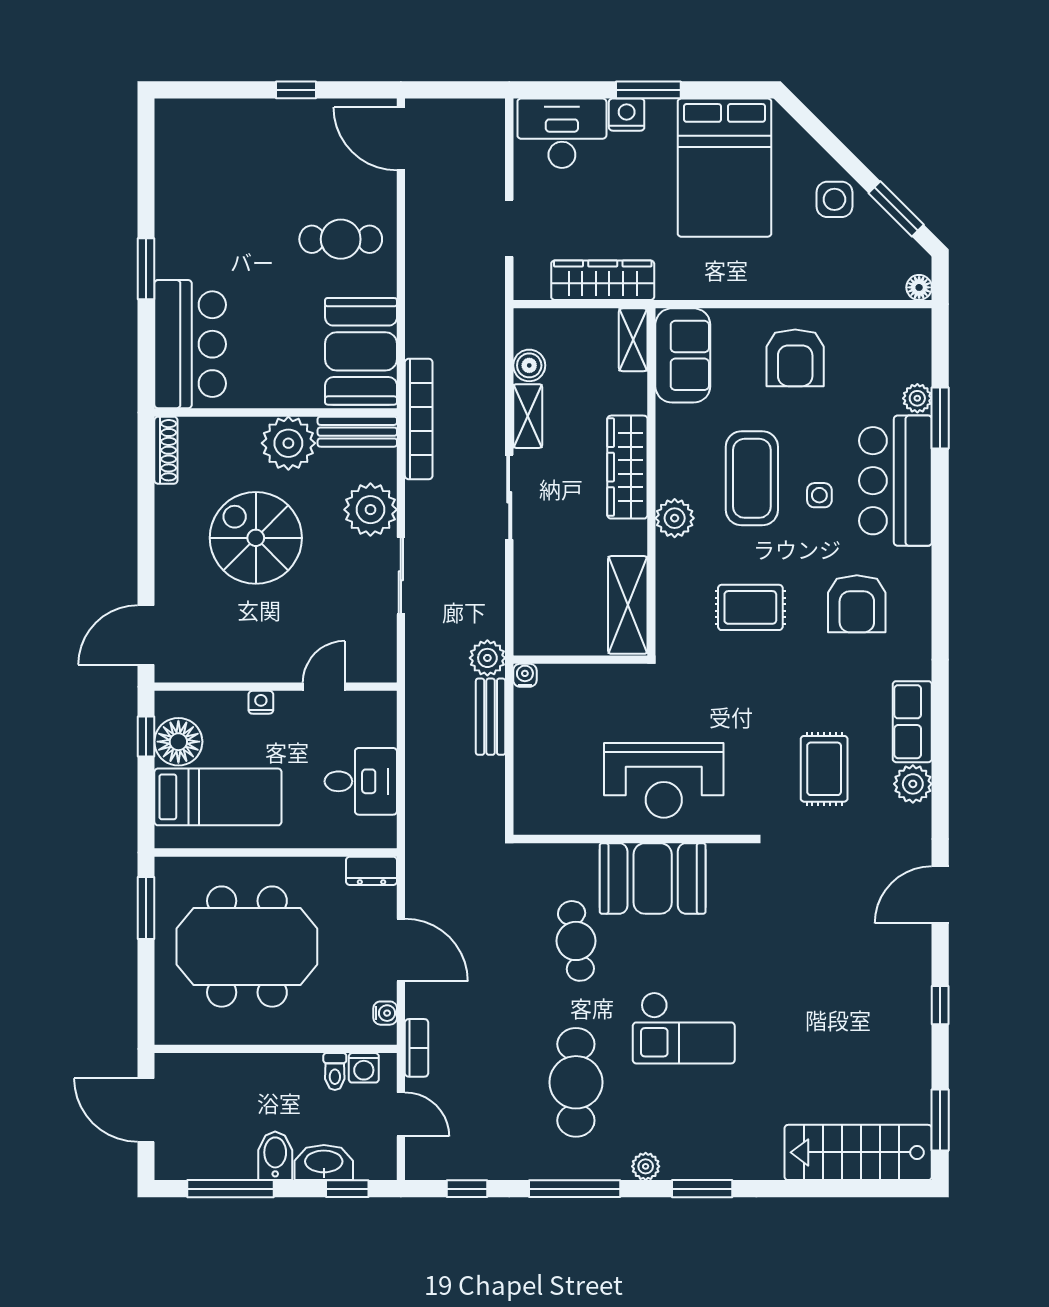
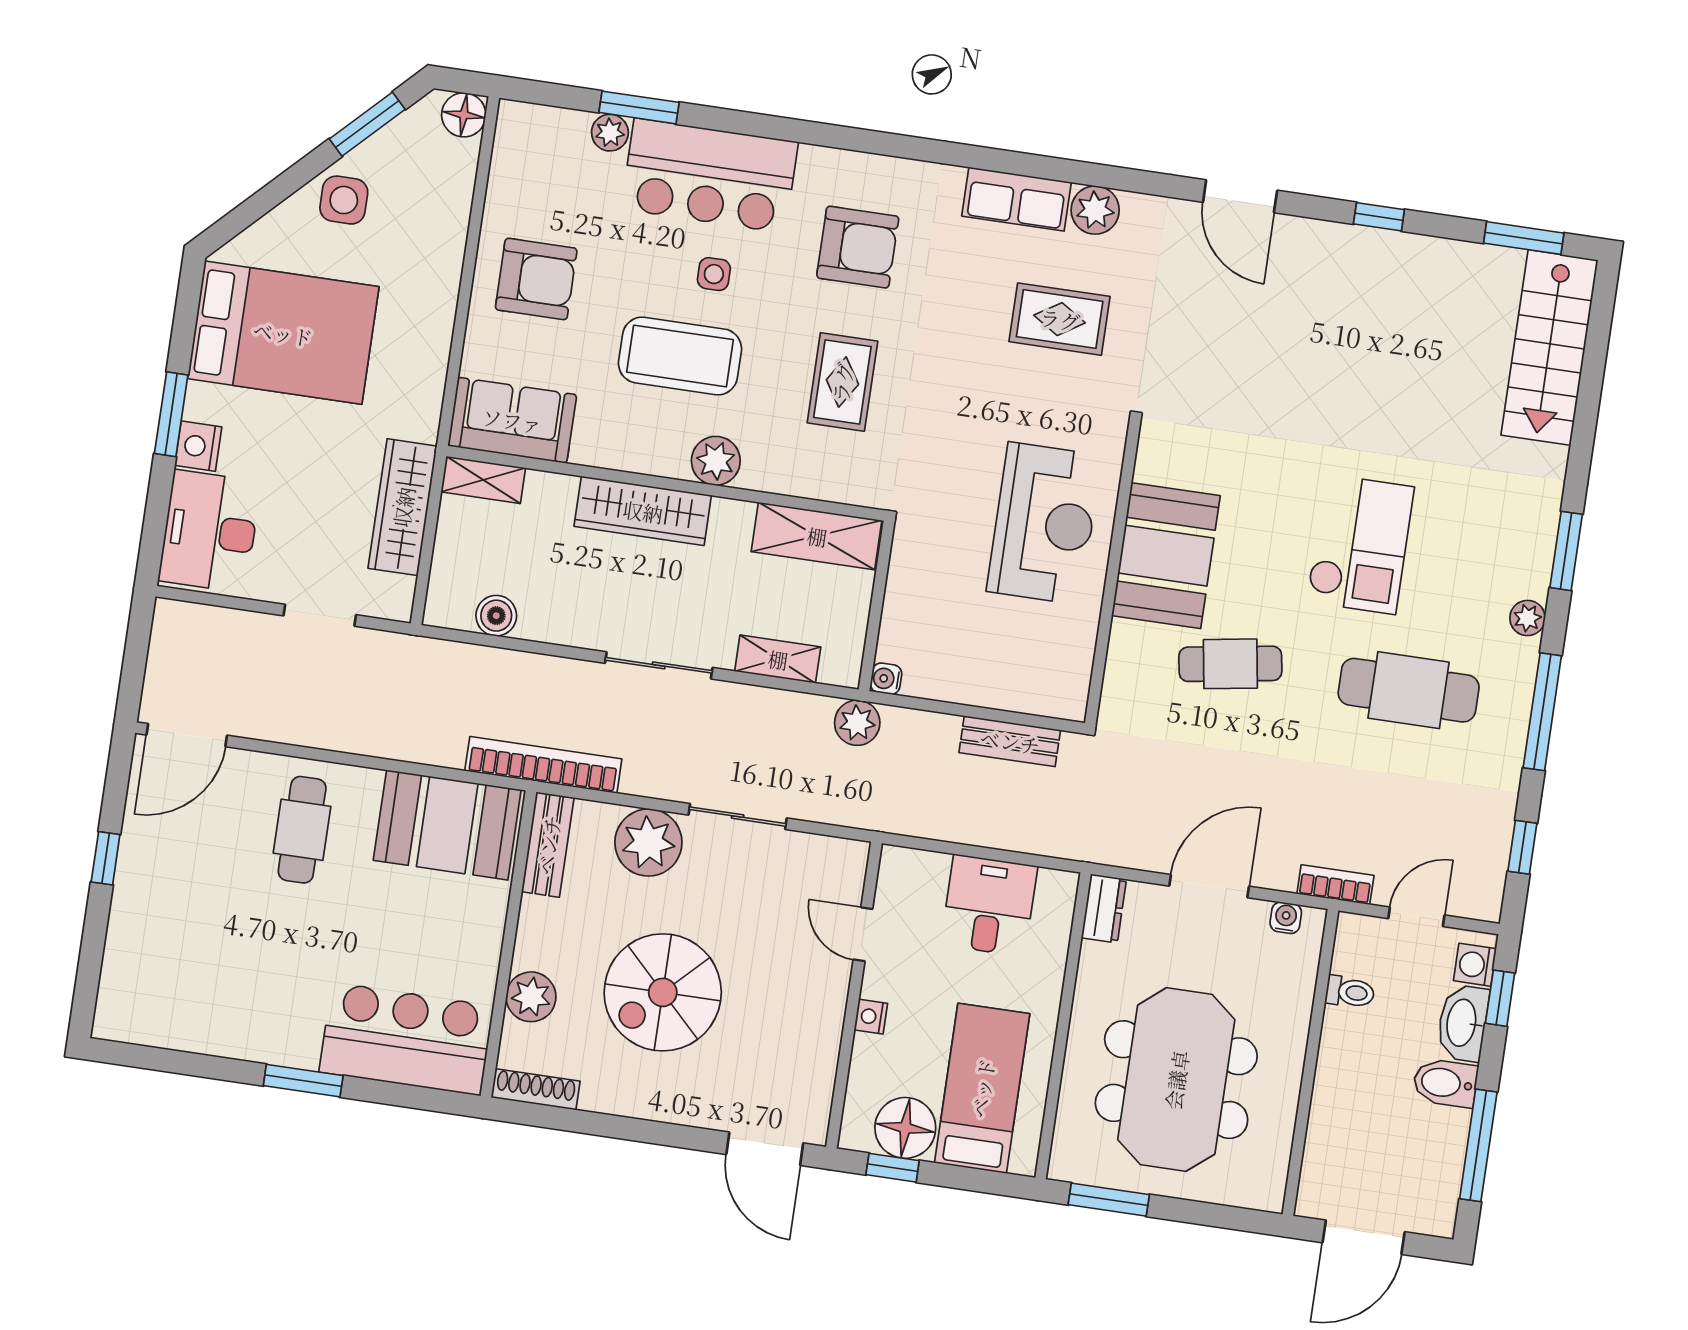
floor lamp: (919, 287) -> (464, 115), width x1.37, depth x1.37
shelving: (528, 416) -> (778, 659), moved
plant: (288, 443) -> (531, 997), moved, width x0.73, depth x0.73
bench: (491, 717) -> (1010, 741), moved
washing machine: (364, 1068) -> (1475, 965), moved, turned 180

